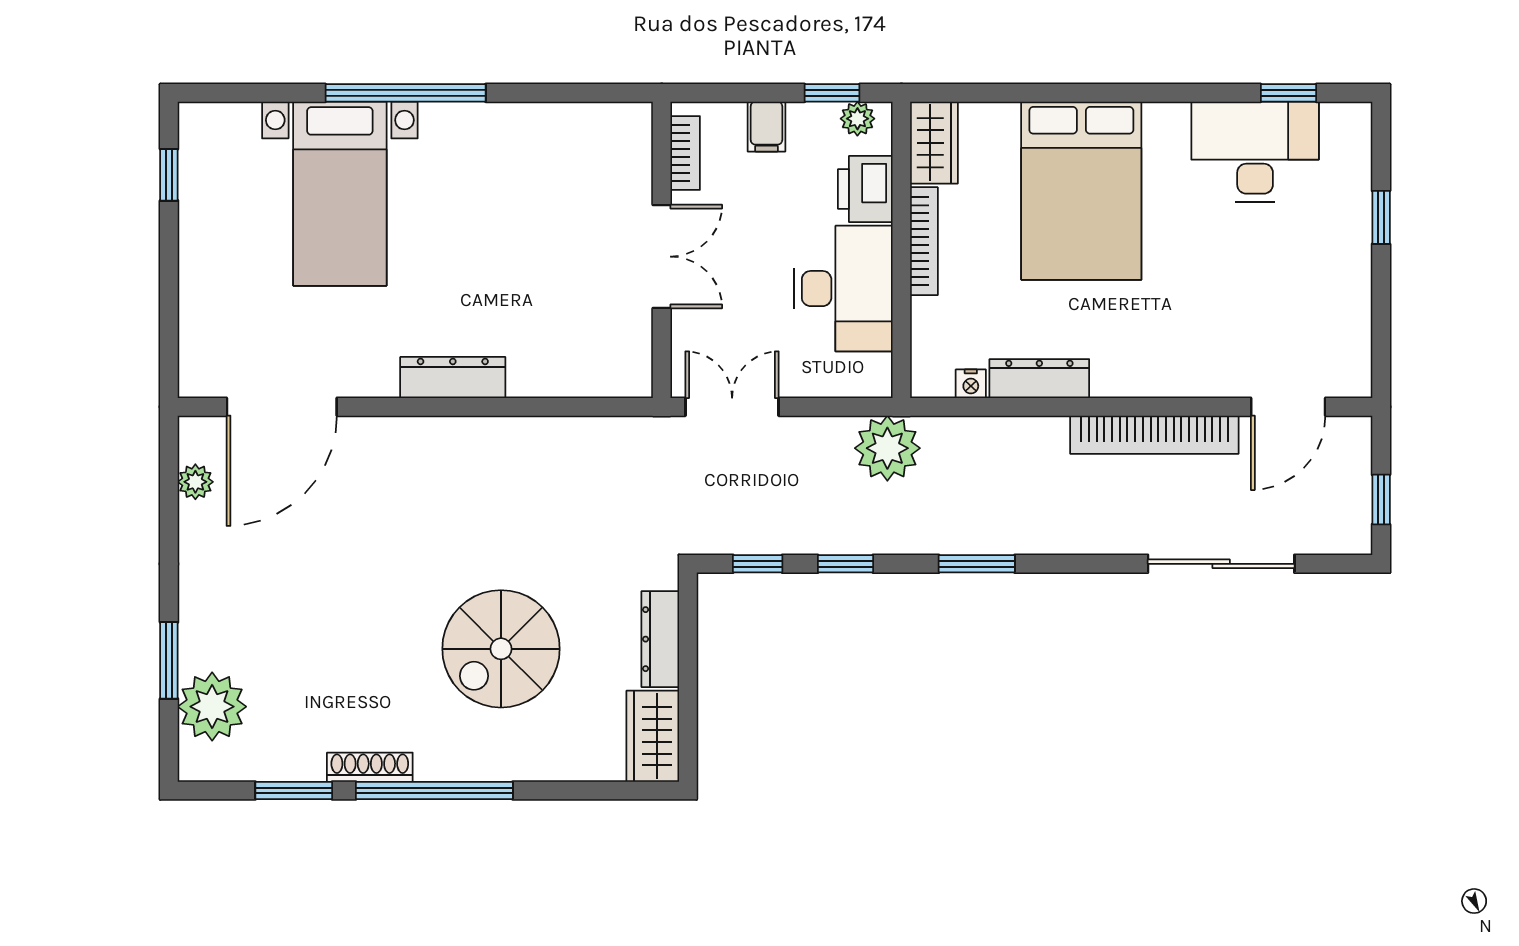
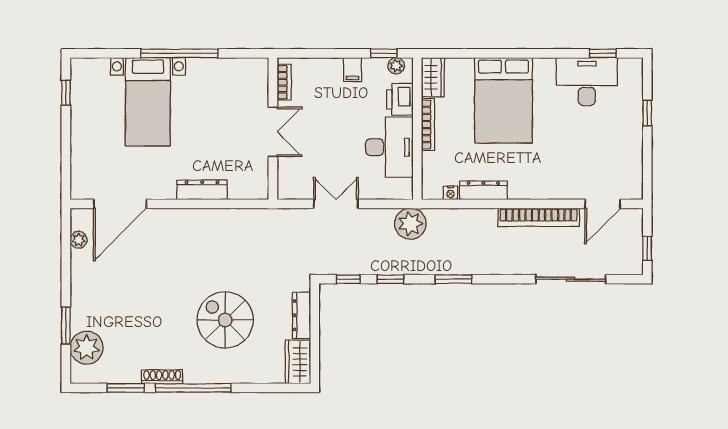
bookcase: (685, 153) -> (284, 82), moved
wall: (662, 250) -> (273, 129), moved
double door: (662, 257) -> (273, 132), moved
spiral stairs: (501, 649) -> (225, 320), turned 90

